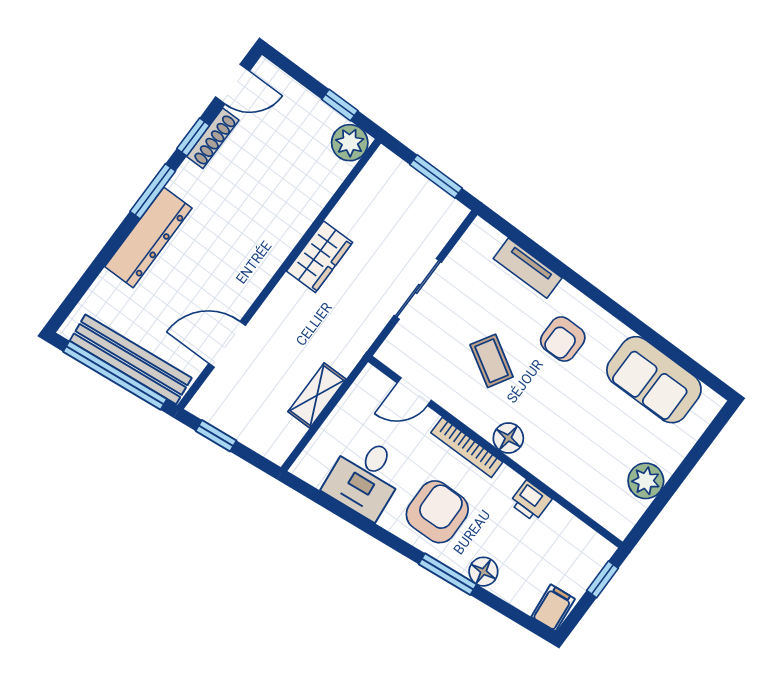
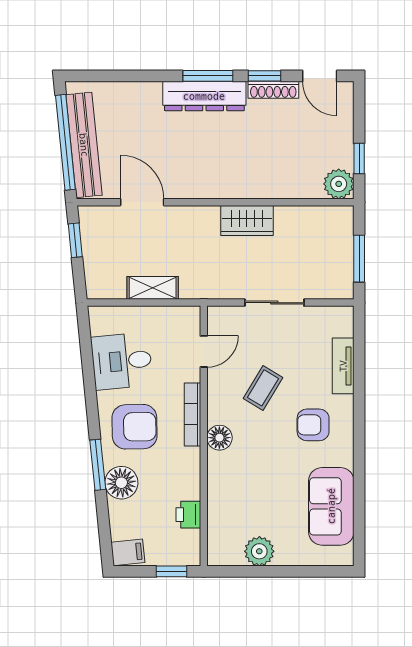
dresser: (148, 237) -> (204, 96), moved
door: (414, 392) -> (204, 351), swing flipped
printer: (531, 501) -> (188, 515), moved
floor lamp: (483, 572) -> (121, 483), width x1.38, depth x1.38

